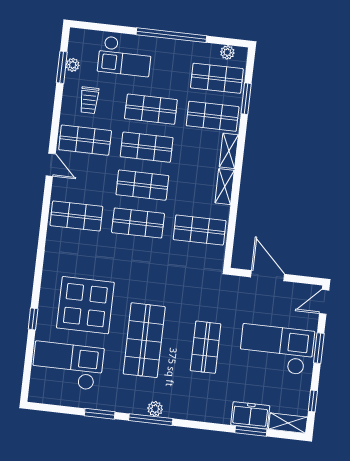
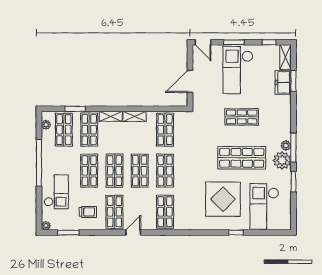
plant: (73, 65) -> (46, 226), moved
plant: (133, 400) -> (282, 160), added

